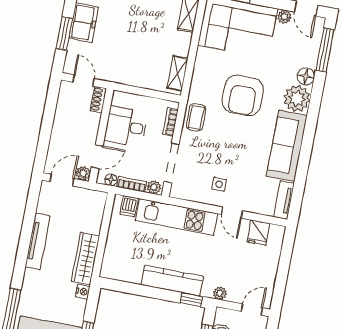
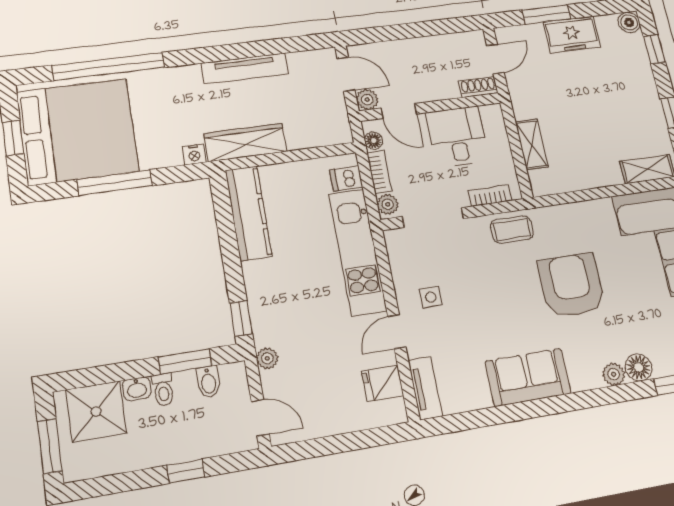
shelving: (177, 73) -> (532, 144), moved, turned 90
armchair: (243, 95) -> (571, 285), turned 90
plant: (297, 98) -> (614, 374), width x0.53, depth x0.53
sofa: (287, 146) -> (528, 377), width x0.73
tv unit: (284, 200) -> (425, 388), moved, turned 90
kitchen counter: (172, 281) -> (248, 213), moved

